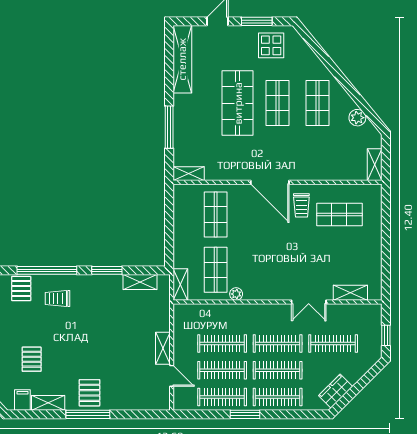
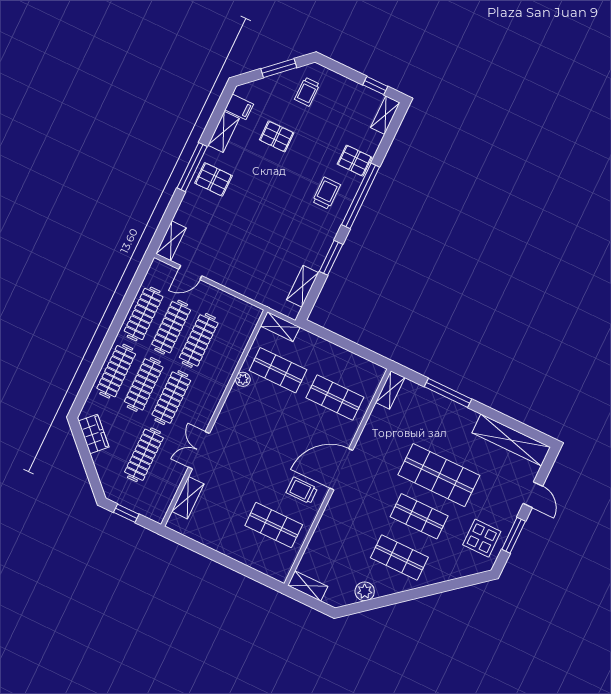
shop shelf: (339, 215) -> (274, 525), turned 90
shelving: (163, 348) -> (171, 241), moved, turned 90
window: (245, 414) -> (114, 329), removed

